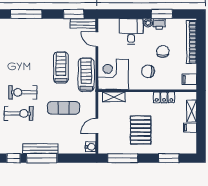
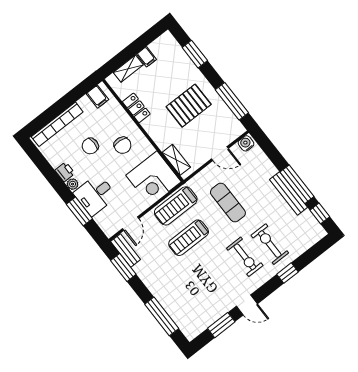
window: (162, 14) -> (79, 211), moved

